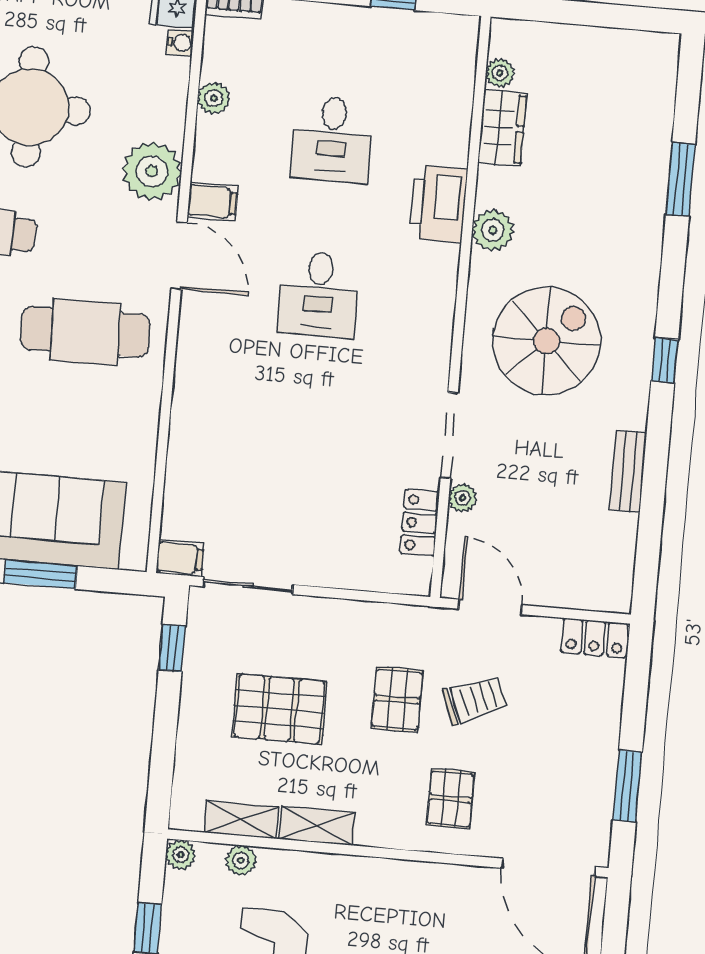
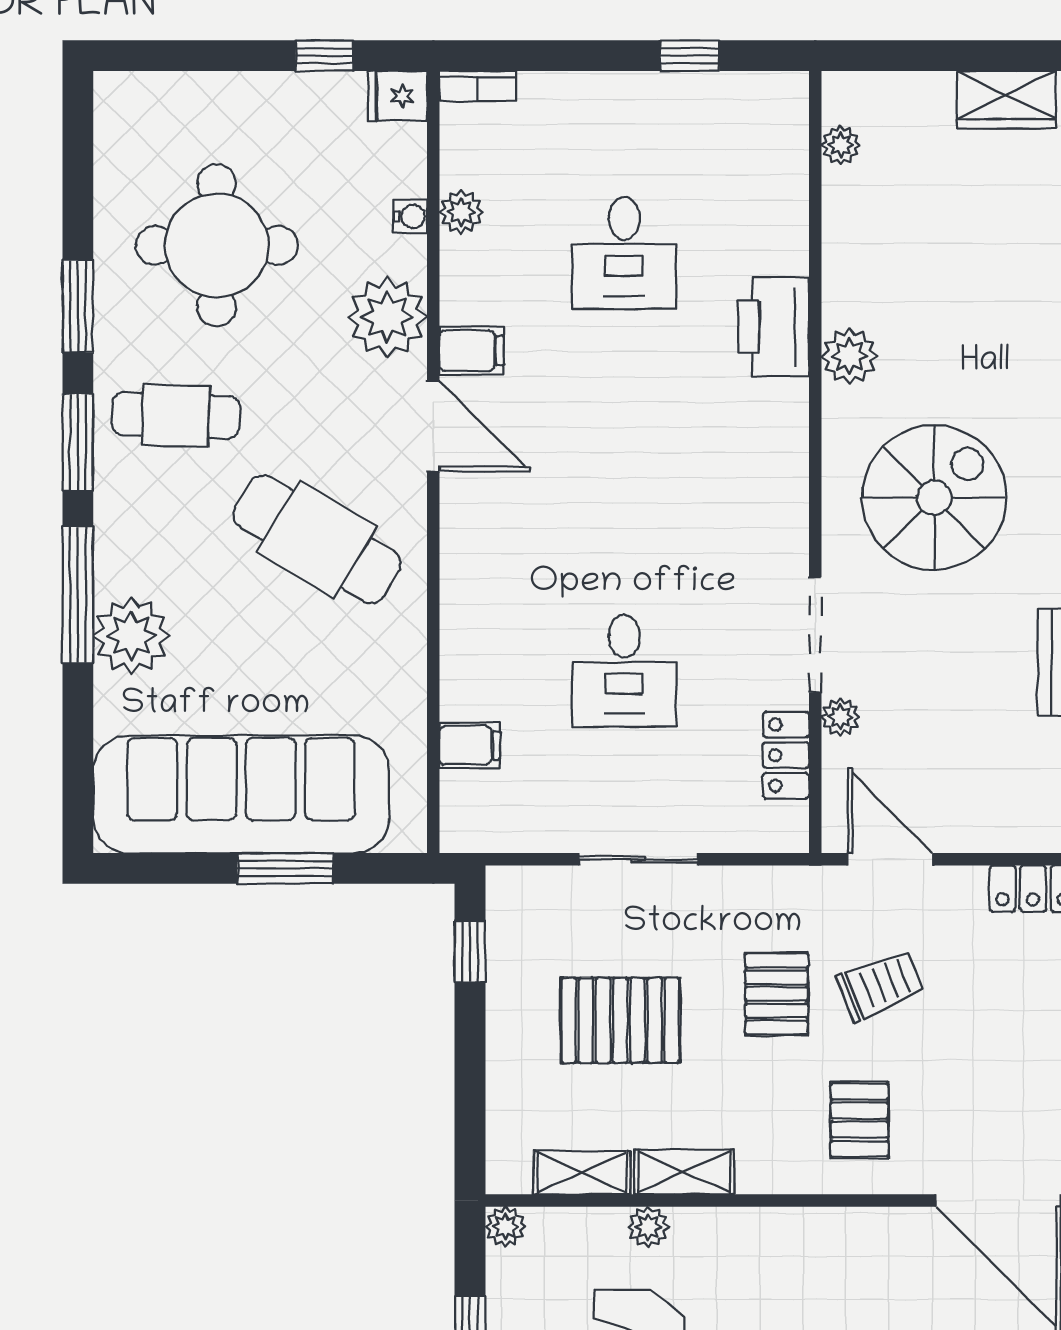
water cooler: (180, 43) -> (410, 216), moved
wardrobe: (502, 128) -> (1006, 100), moved, turned 90
desk: (319, 294) -> (624, 671), moved
cafe table: (85, 332) -> (317, 539), turned 32
filing cabinet: (180, 558) -> (470, 745), moved
sliding door: (248, 586) -> (639, 859), moved
plant: (241, 860) -> (648, 1227), moved

